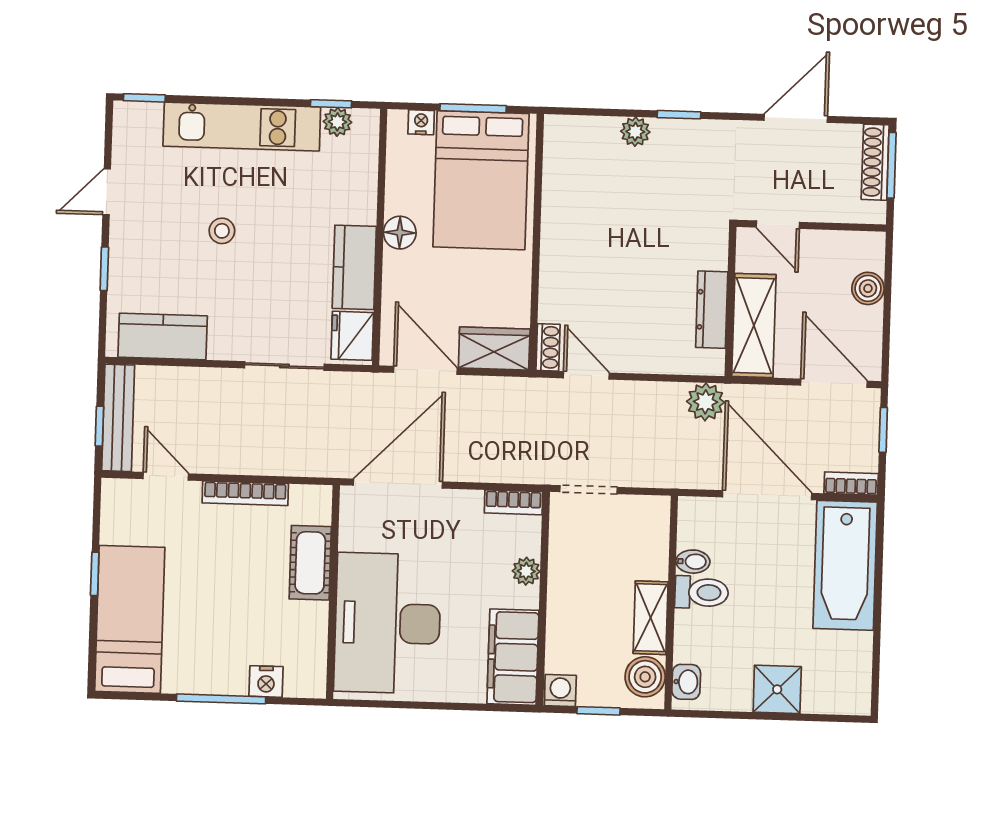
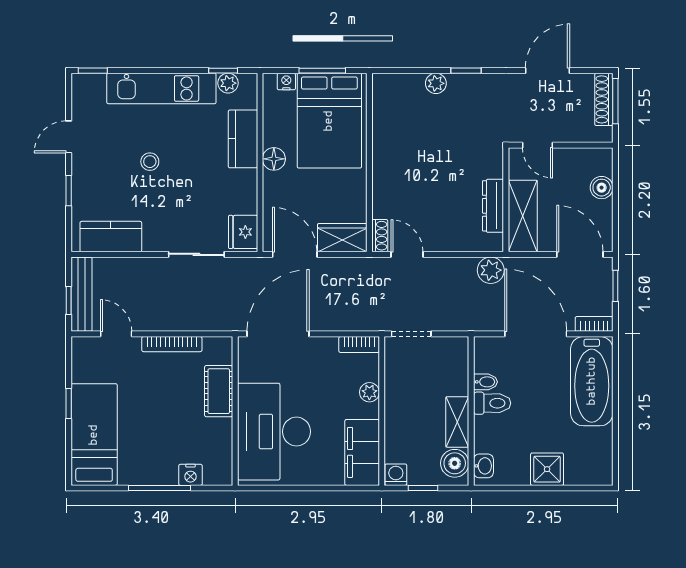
kitchen counter: (354, 267) -> (243, 139), moved

